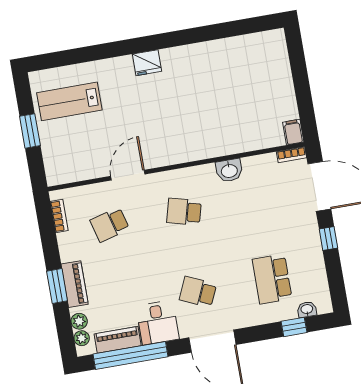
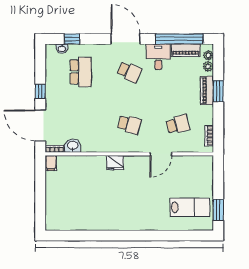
fridge: (147, 63) -> (115, 163), moved, turned 180
window: (30, 131) -> (218, 210), moved
washbasin: (229, 170) -> (73, 146), moved

